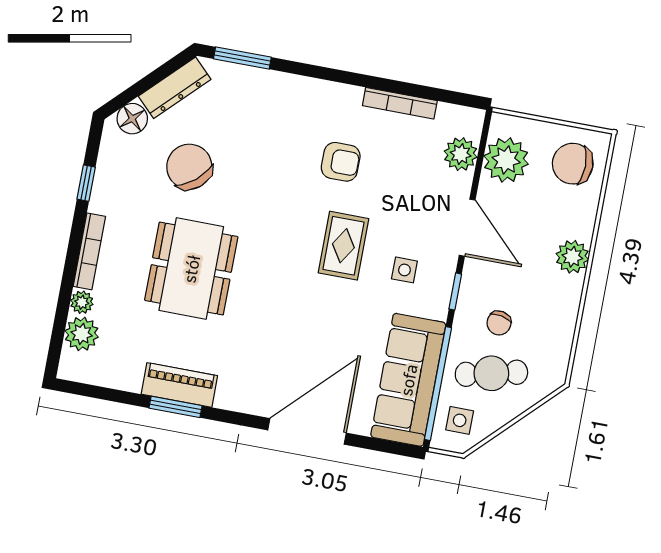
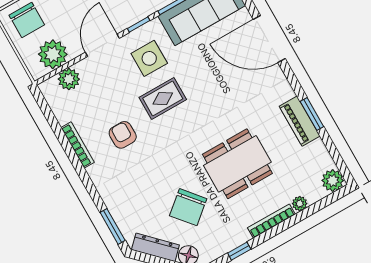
bookcase: (400, 103) -> (78, 145), moved
side table: (404, 270) -> (149, 58), width x1.87, depth x1.87
plant: (82, 334) -> (333, 181), moved

